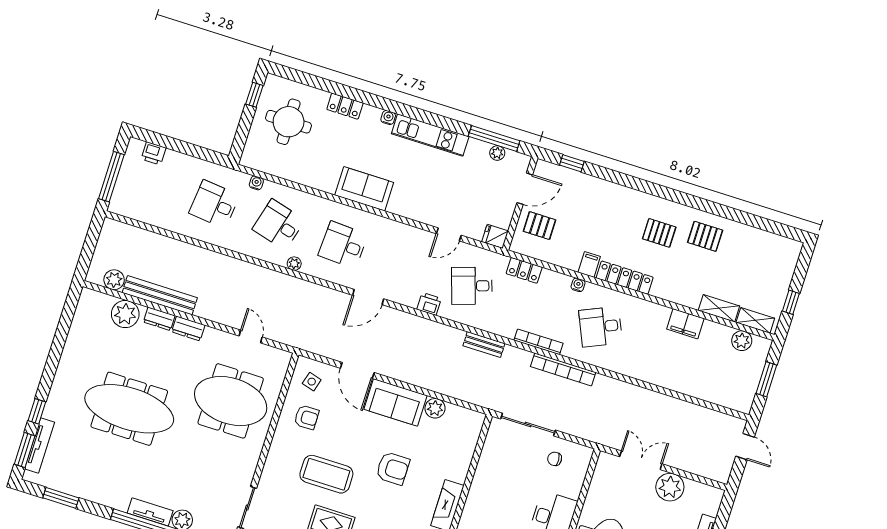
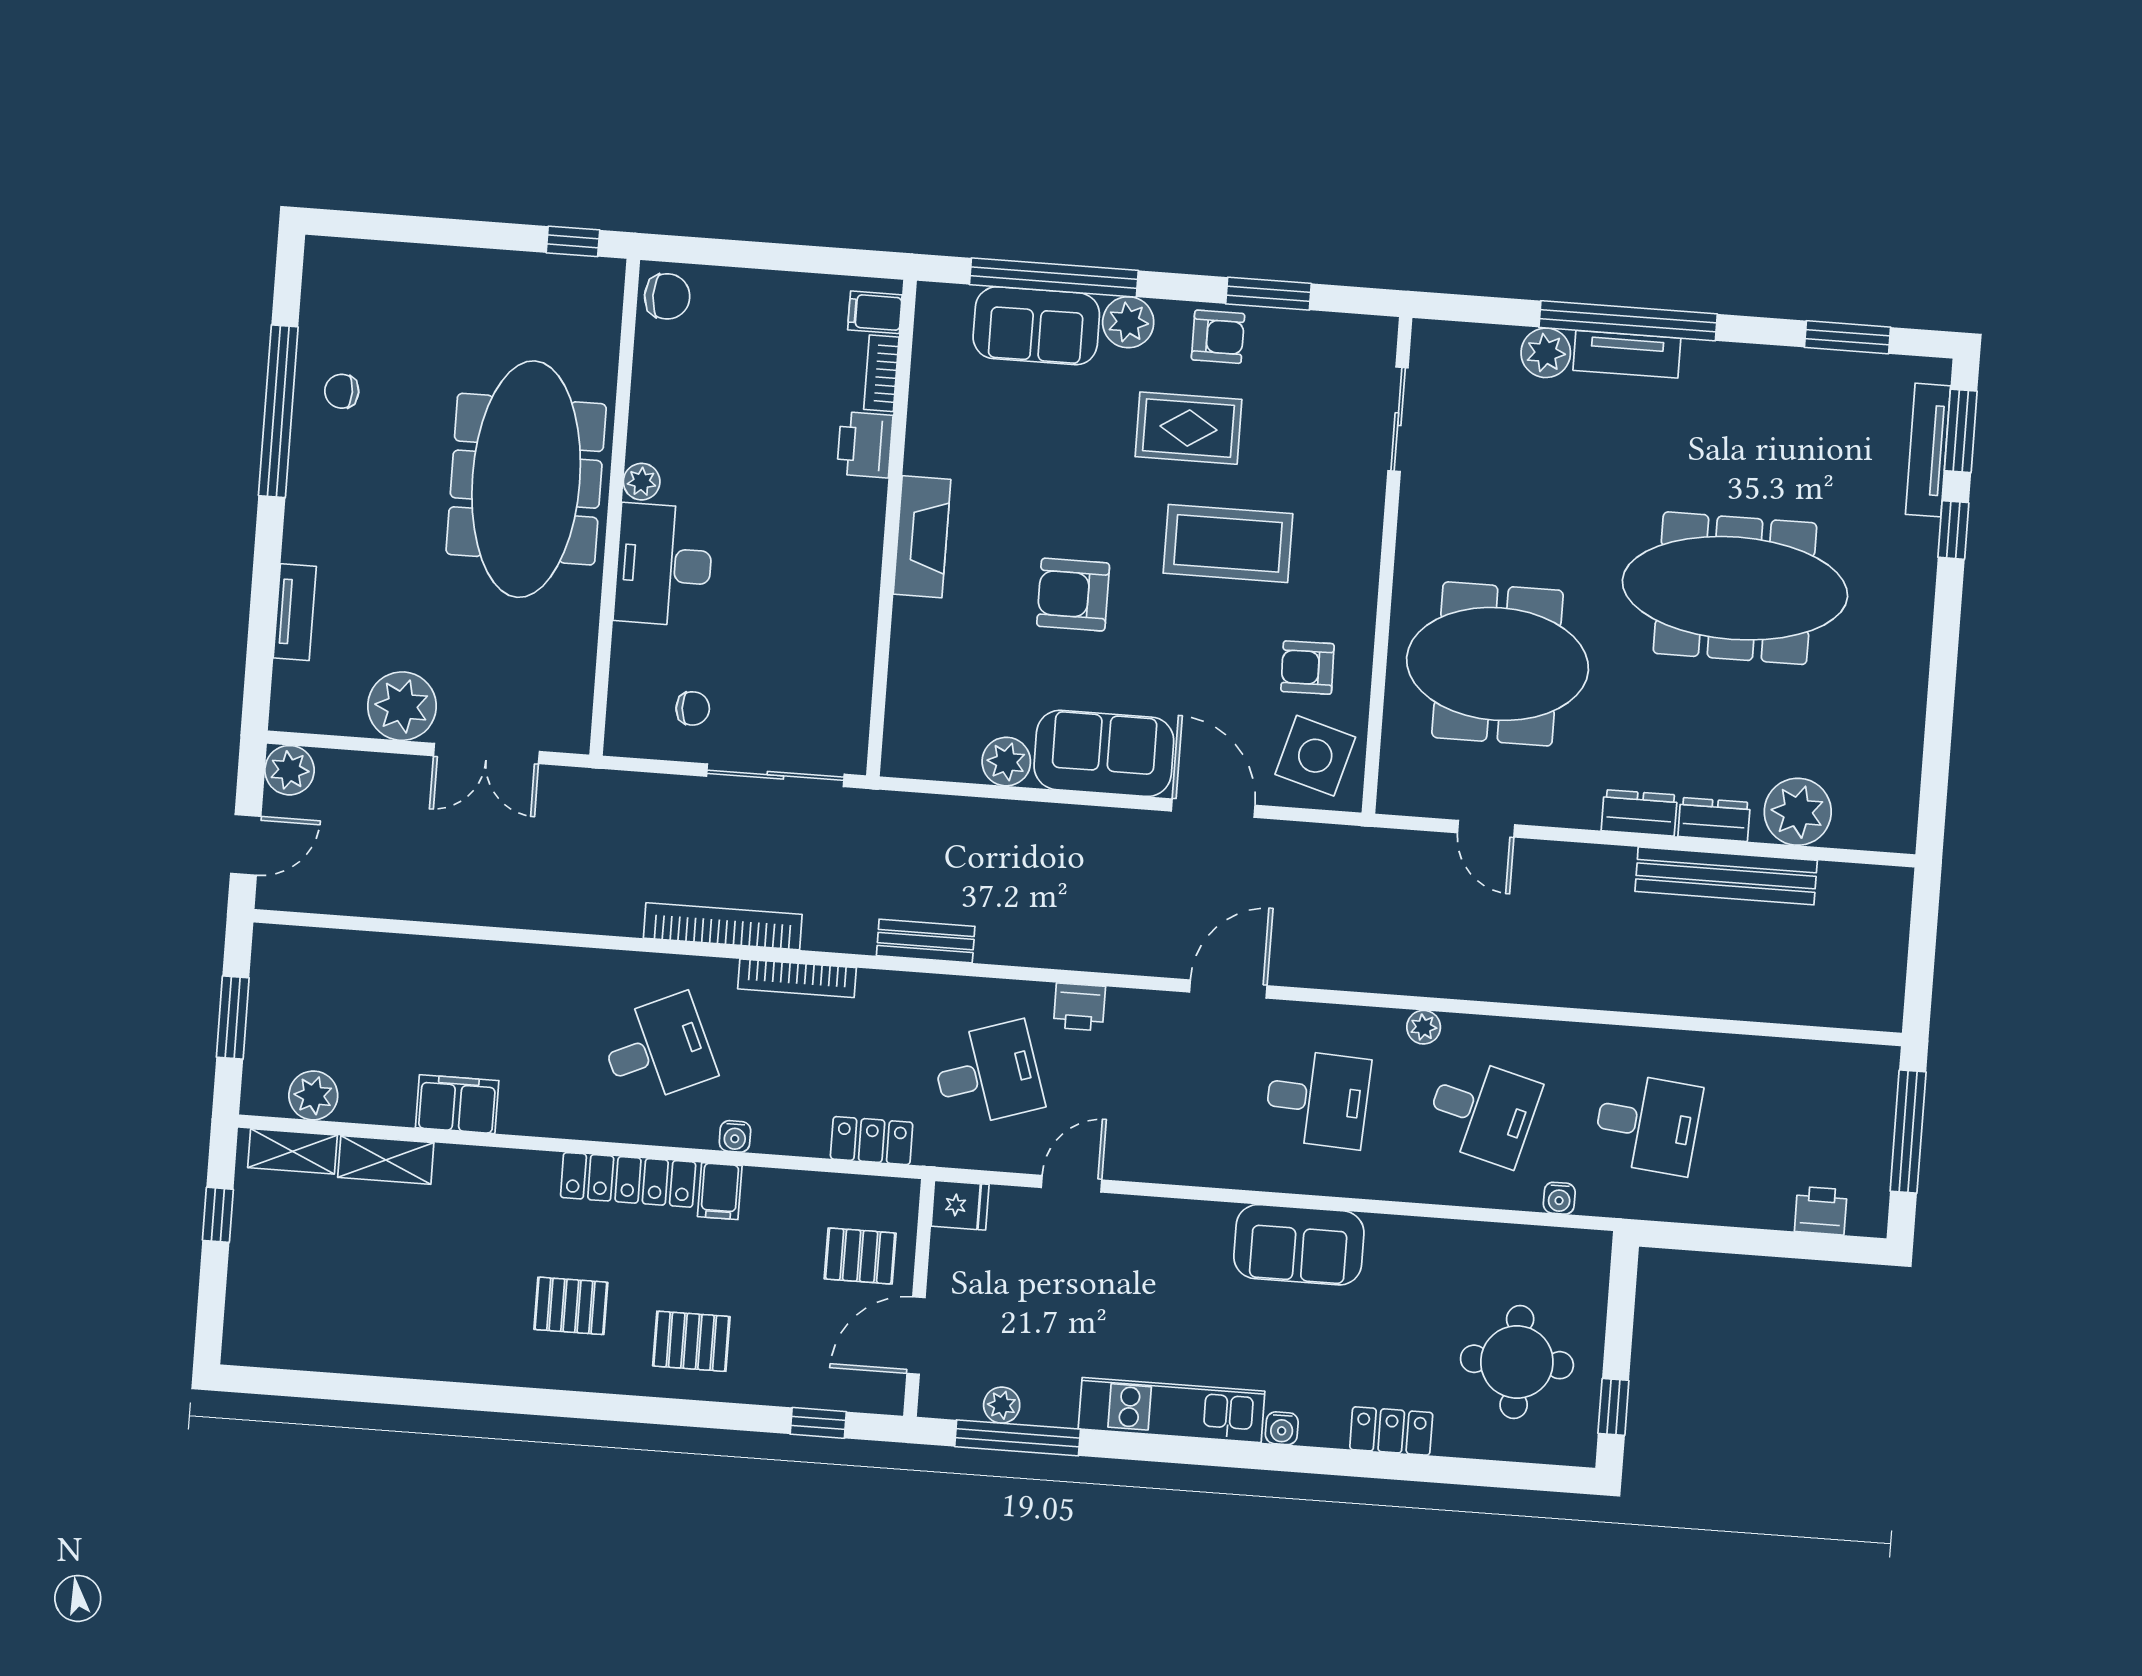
pallet: (705, 236) -> (691, 1341), moved
plant: (114, 280) -> (290, 770), moved
side table: (312, 382) -> (1315, 756), width x1.87, depth x1.87
door: (745, 447) -> (246, 845), swing flipped

